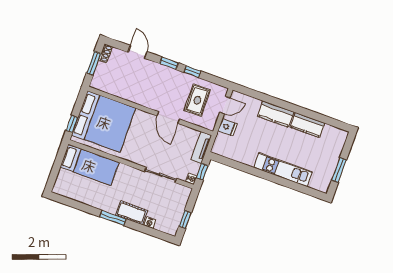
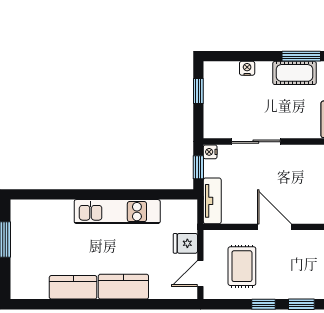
kitchen unit: (283, 170) -> (117, 212), moved
cot: (132, 213) -> (295, 73), moved

